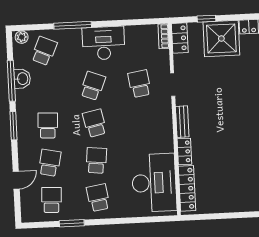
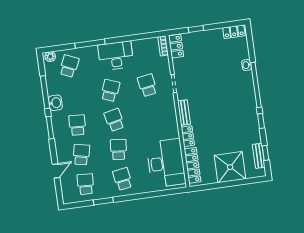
shower: (221, 39) -> (230, 167), moved
washbasin: (22, 79) -> (55, 103), moved

